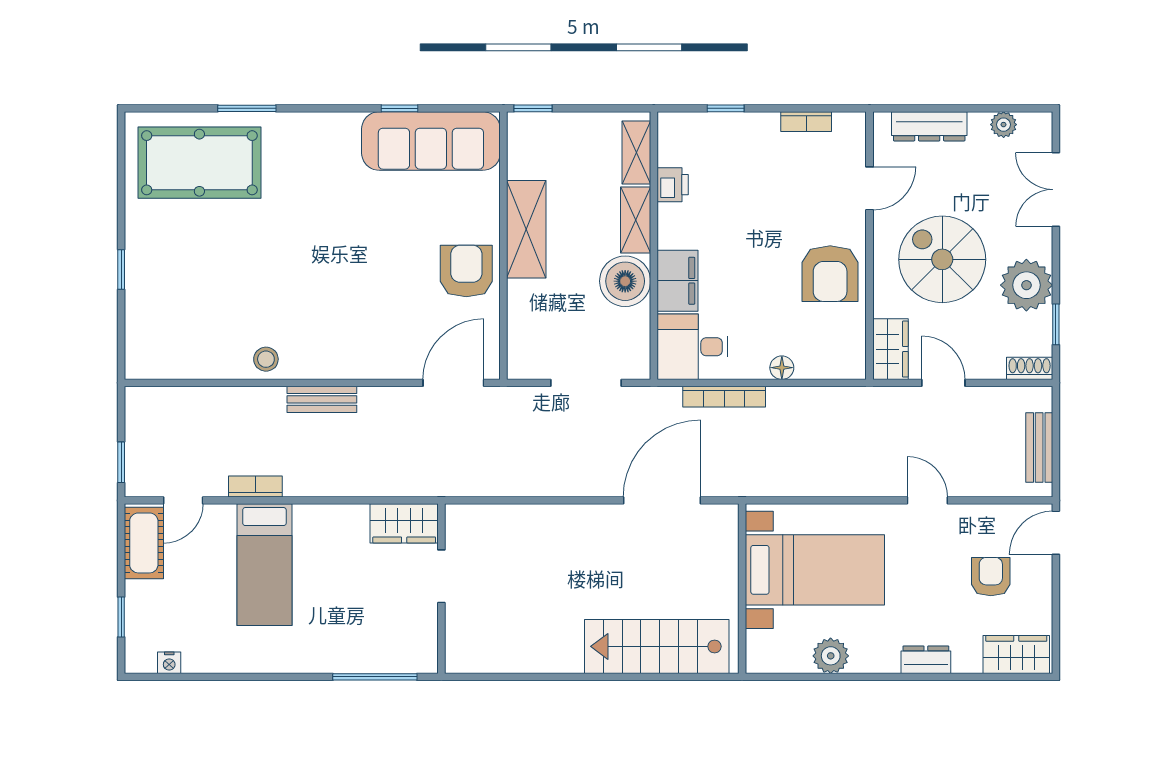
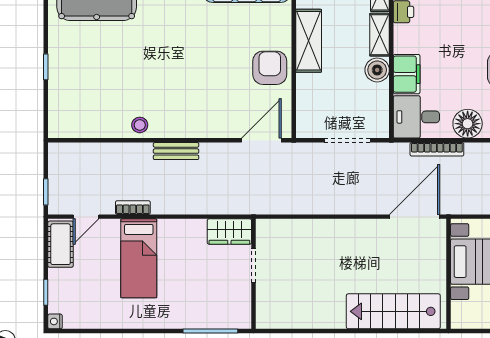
boiler: (625, 281) -> (377, 70), width x0.73, depth x0.73
floor lamp: (782, 368) -> (468, 124), width x1.89, depth x1.89
door: (662, 500) -> (415, 217), moved
nightstand: (169, 663) -> (55, 321), moved, turned 90

